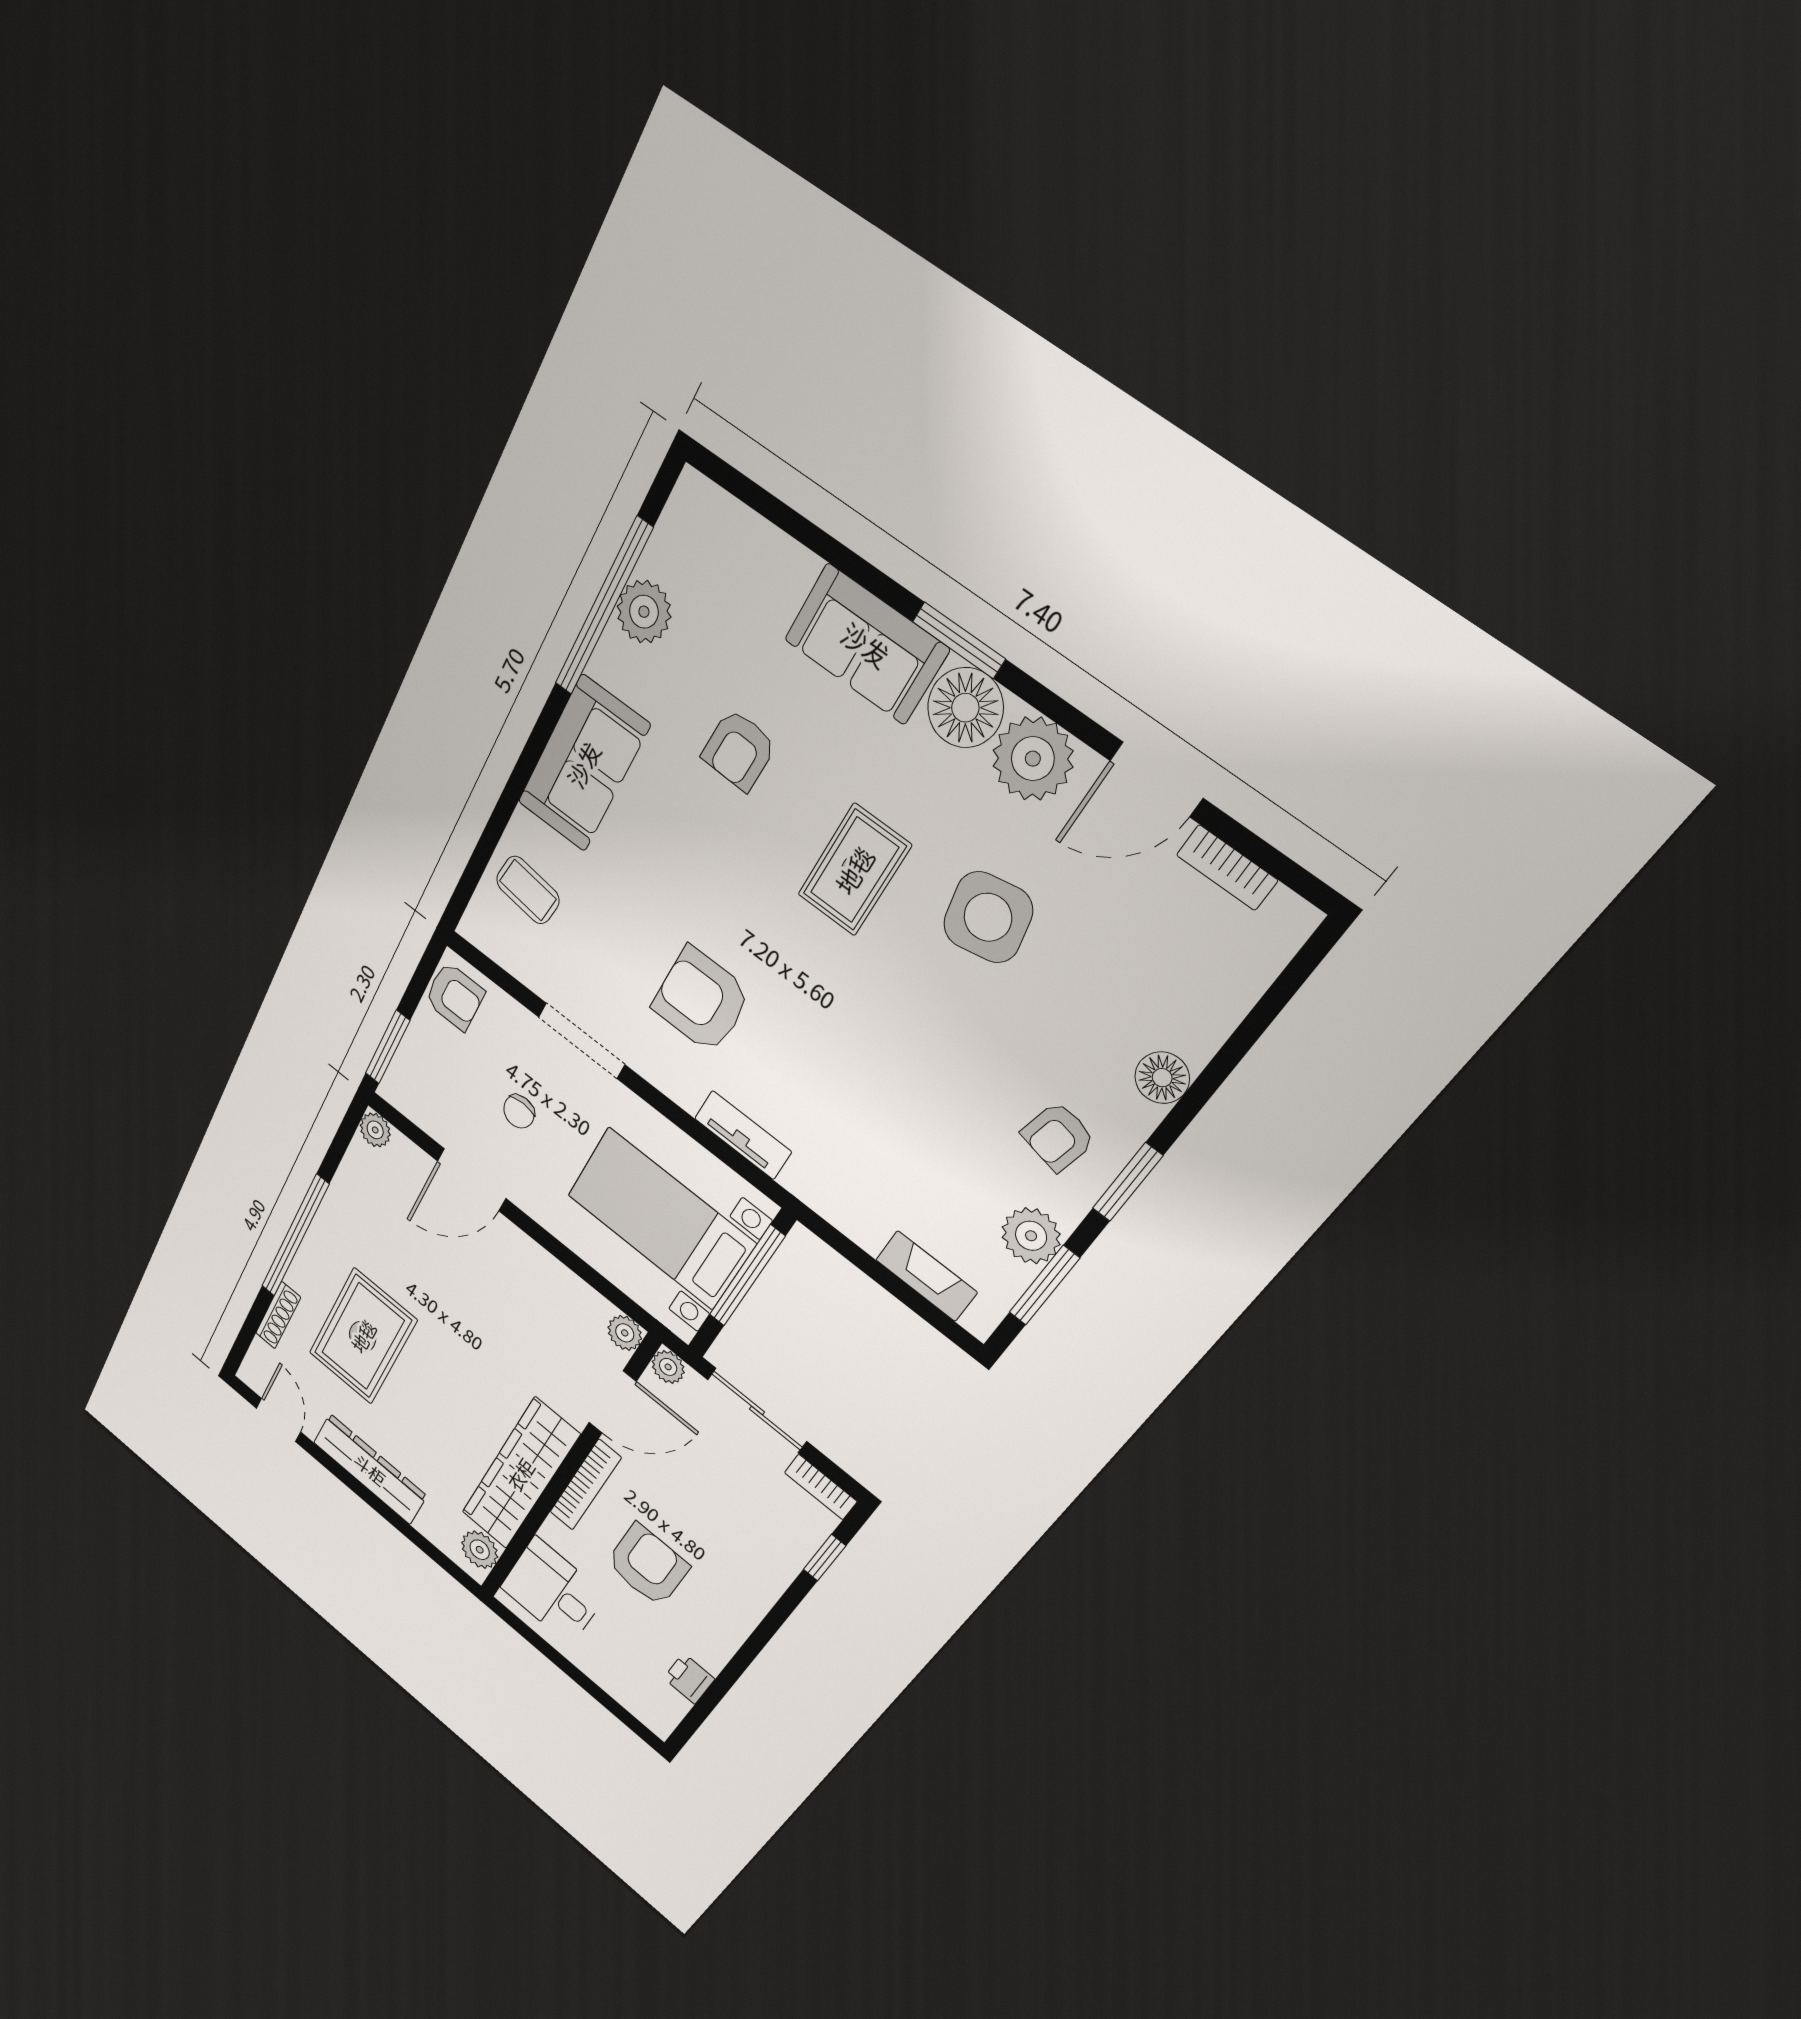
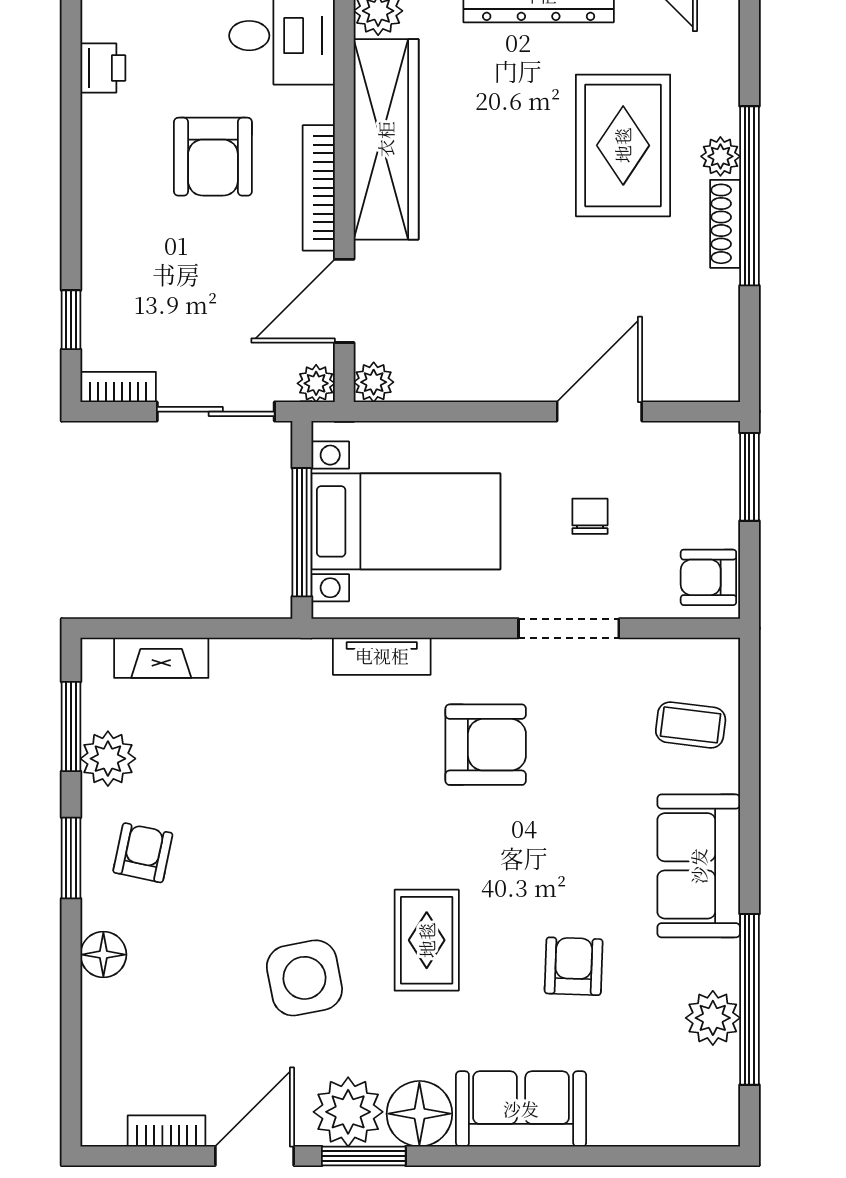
window: (959, 640) -> (364, 1156), moved
plant: (375, 1130) -> (720, 156), moved
shoe rack: (278, 1315) -> (725, 224), moved

